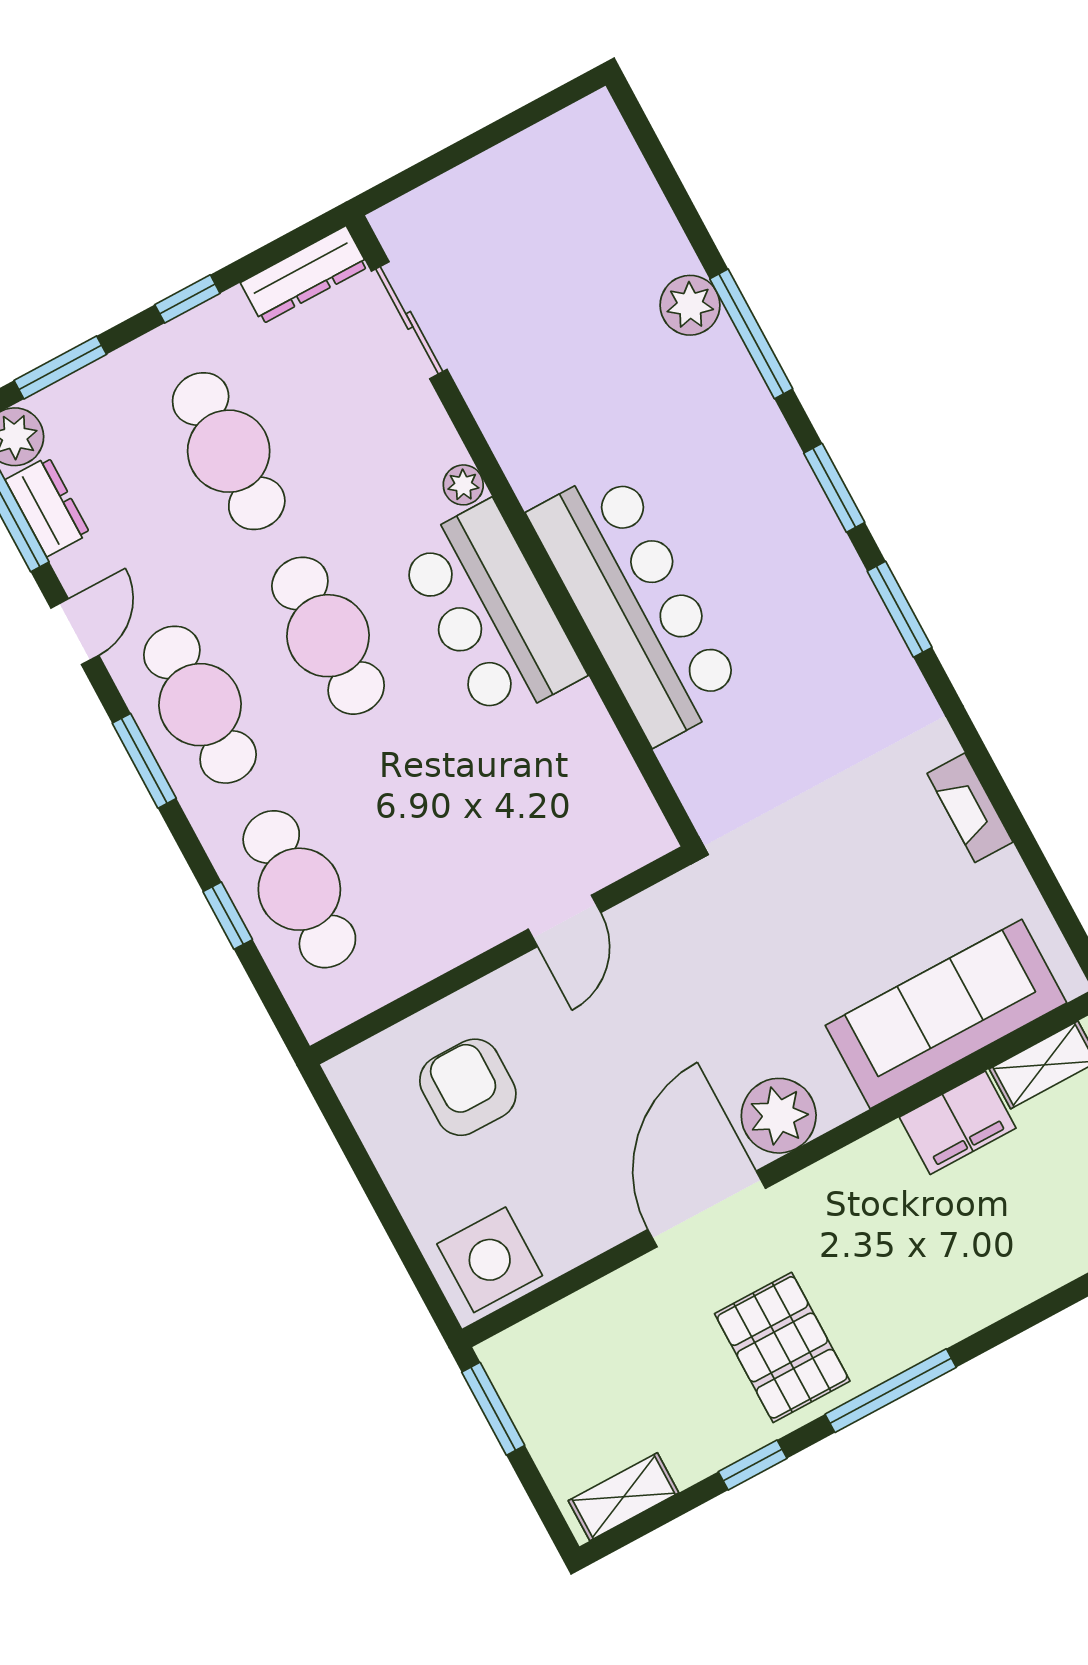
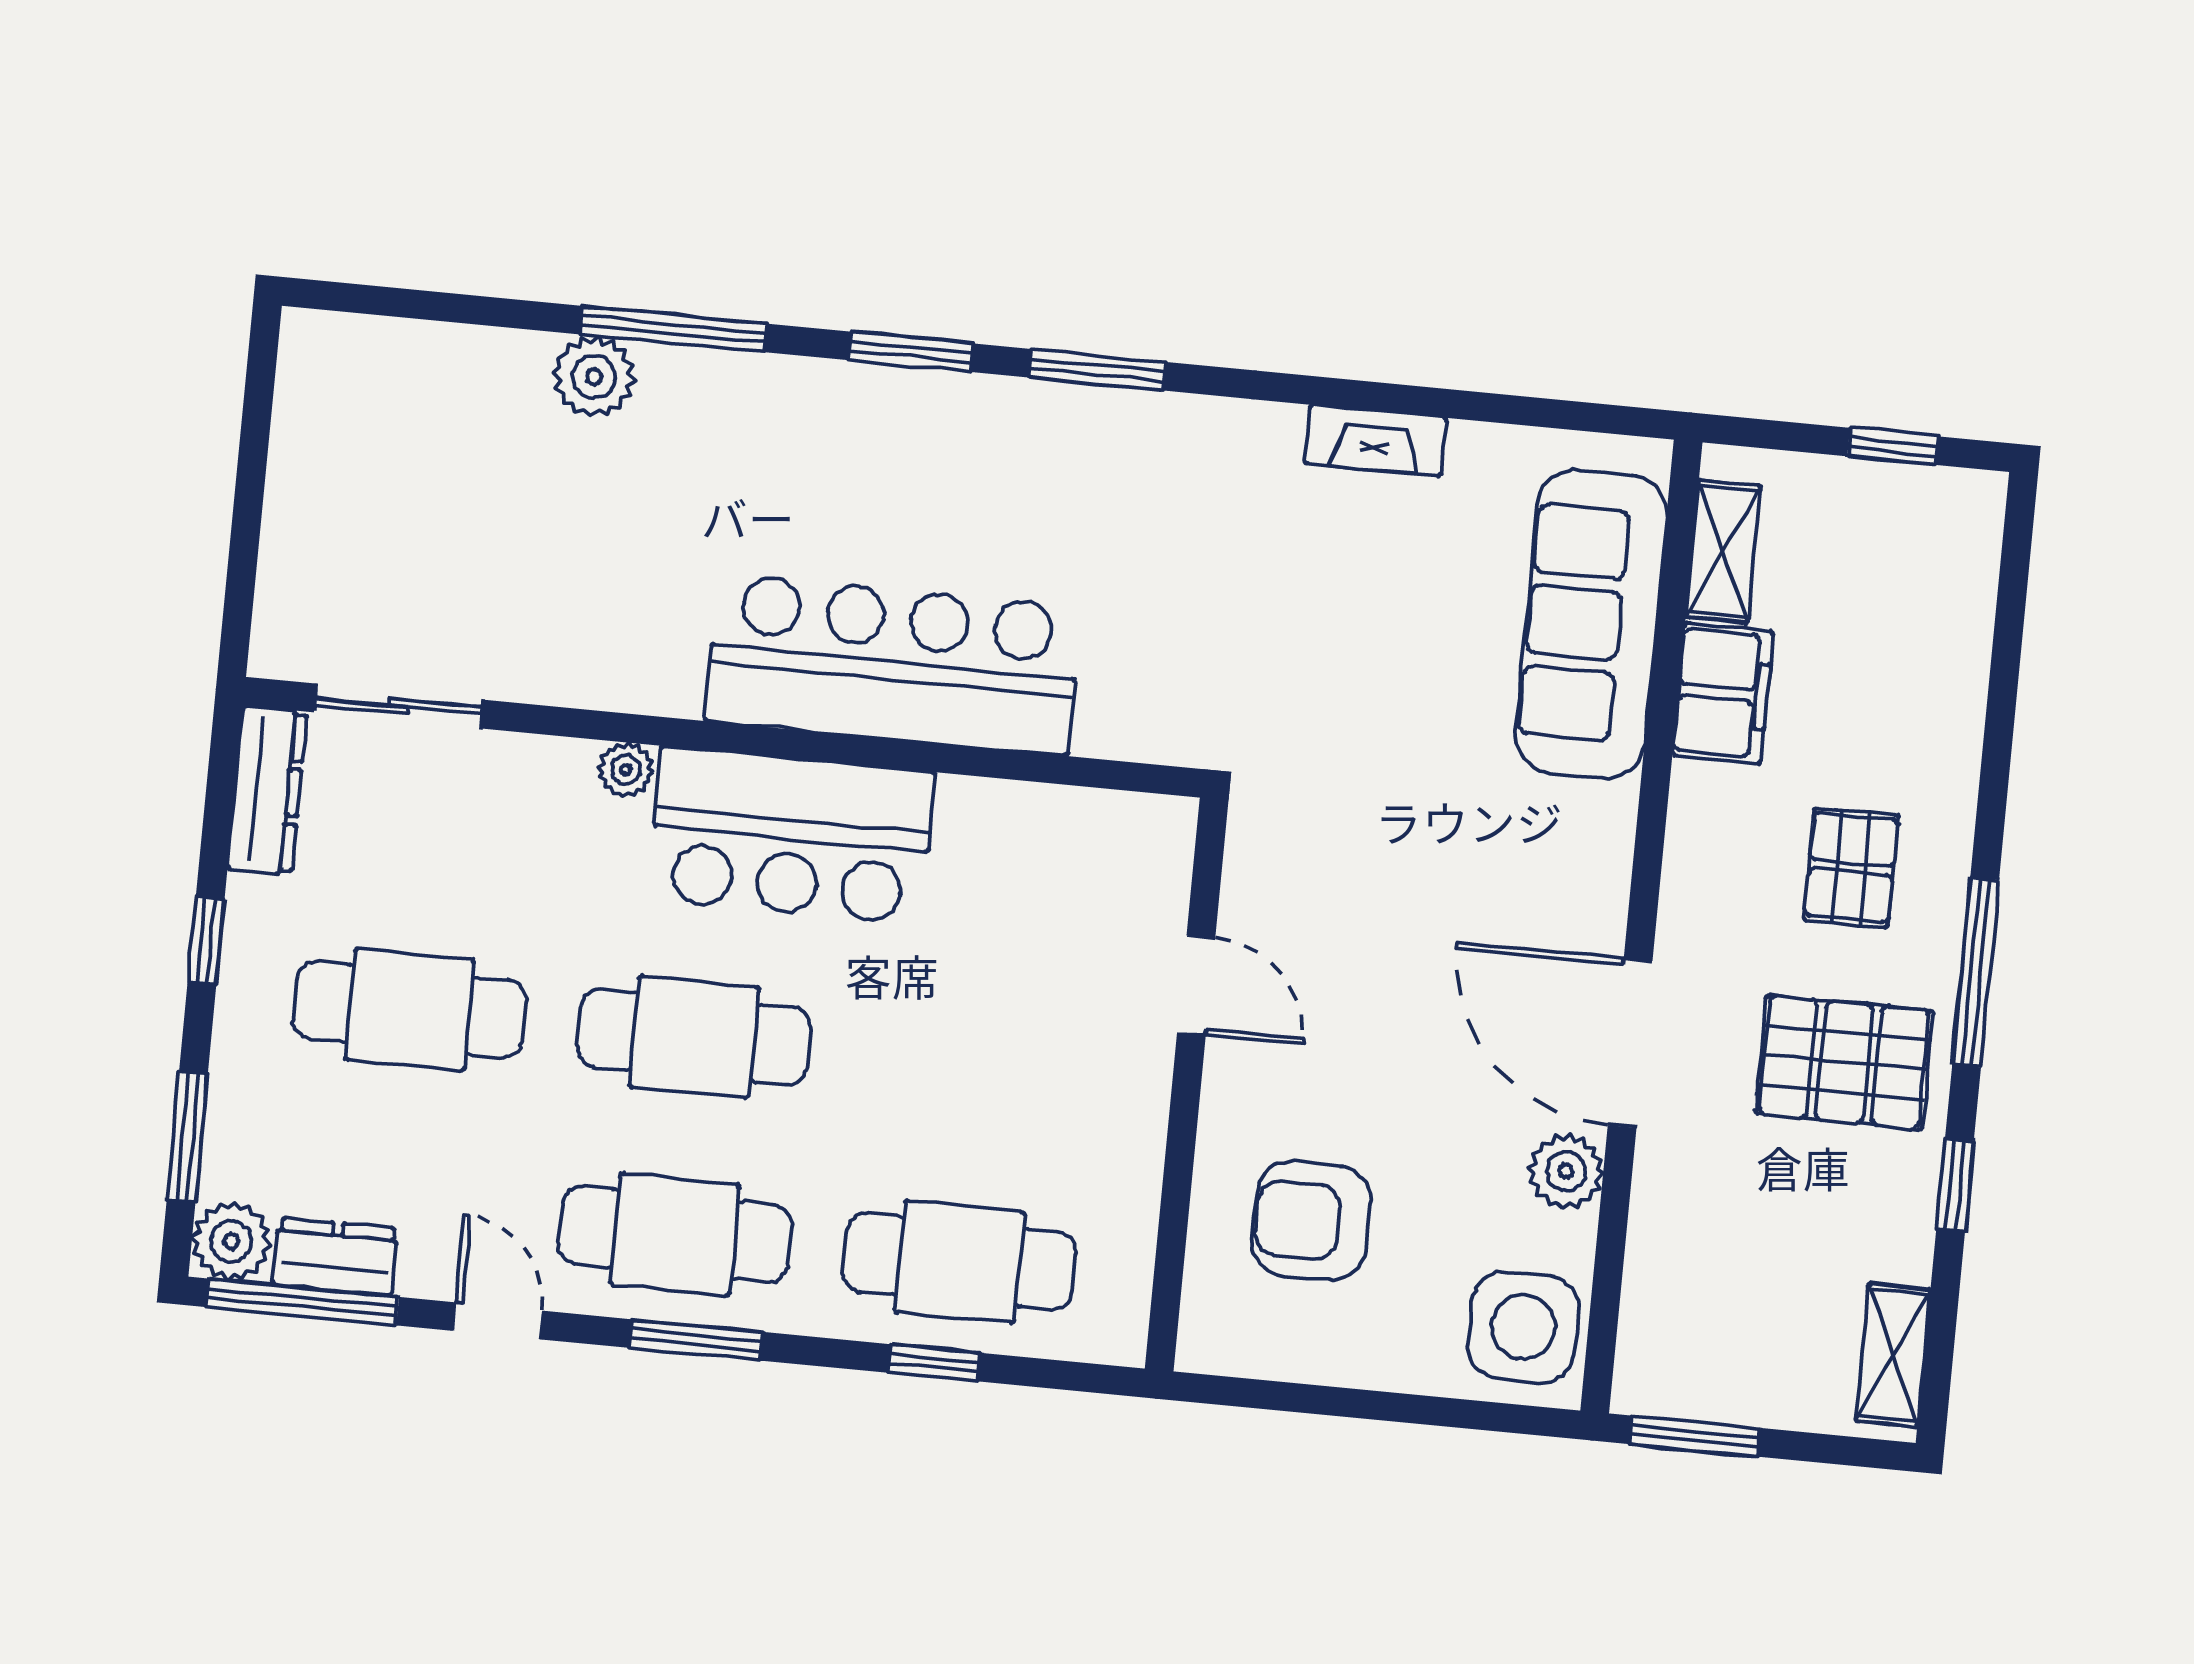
plant: (779, 1116) -> (1566, 1171), moved, width x0.73, depth x0.73
pallet: (904, 1272) -> (1851, 867), added

